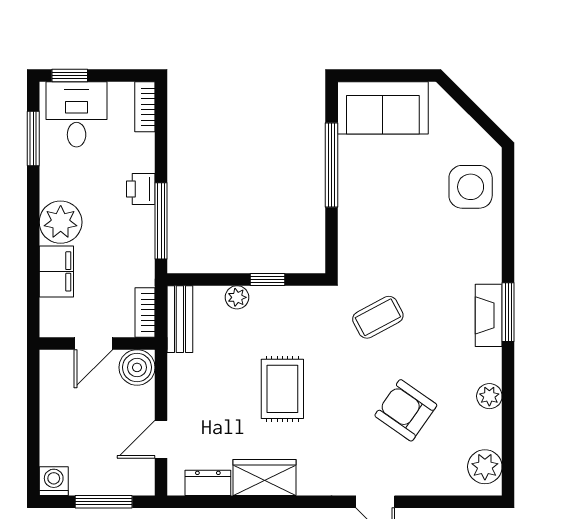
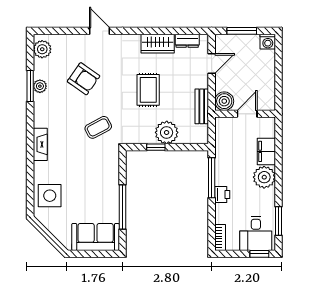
plant: (237, 297) -> (167, 132), width x1.87, depth x1.87
bookcase: (145, 312) -> (220, 130), removed
window: (508, 312) -> (30, 86), moved
fireplace: (489, 315) -> (40, 144), moved
bench: (180, 319) -> (202, 106), moved

